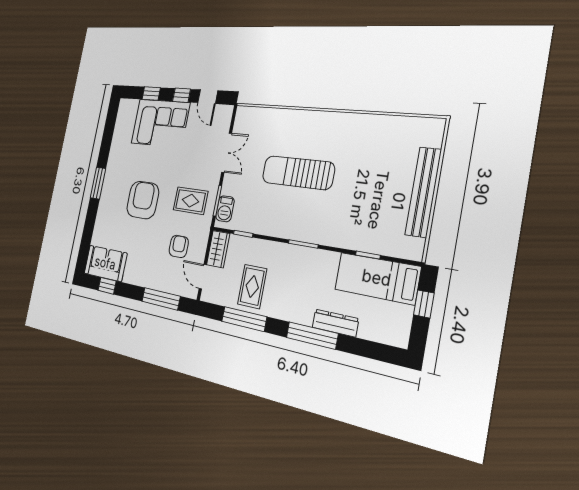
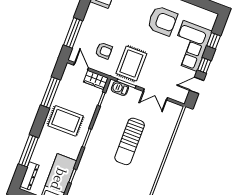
sun lounger: (298, 173) -> (130, 141), turned 180
armchair: (143, 200) -> (162, 21), moved
rug: (191, 201) -> (131, 63), width x1.36, depth x1.43
door: (203, 277) -> (81, 66), hinge flipped
rug: (252, 286) -> (66, 121), moved, width x1.36, depth x1.43
dresser: (335, 323) -> (29, 176), moved
window: (312, 335) -> (28, 151), moved

